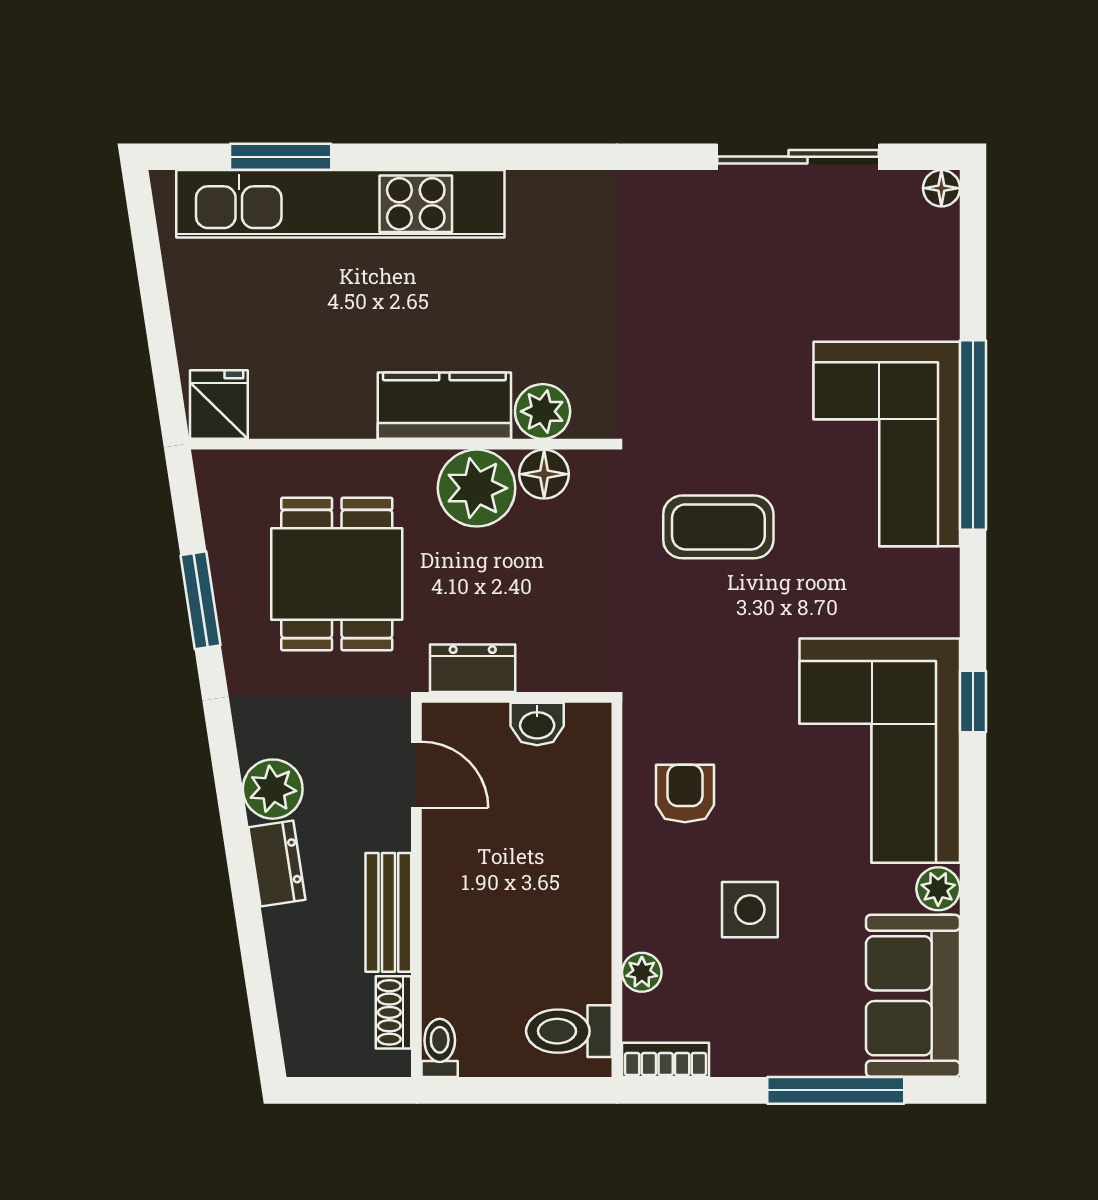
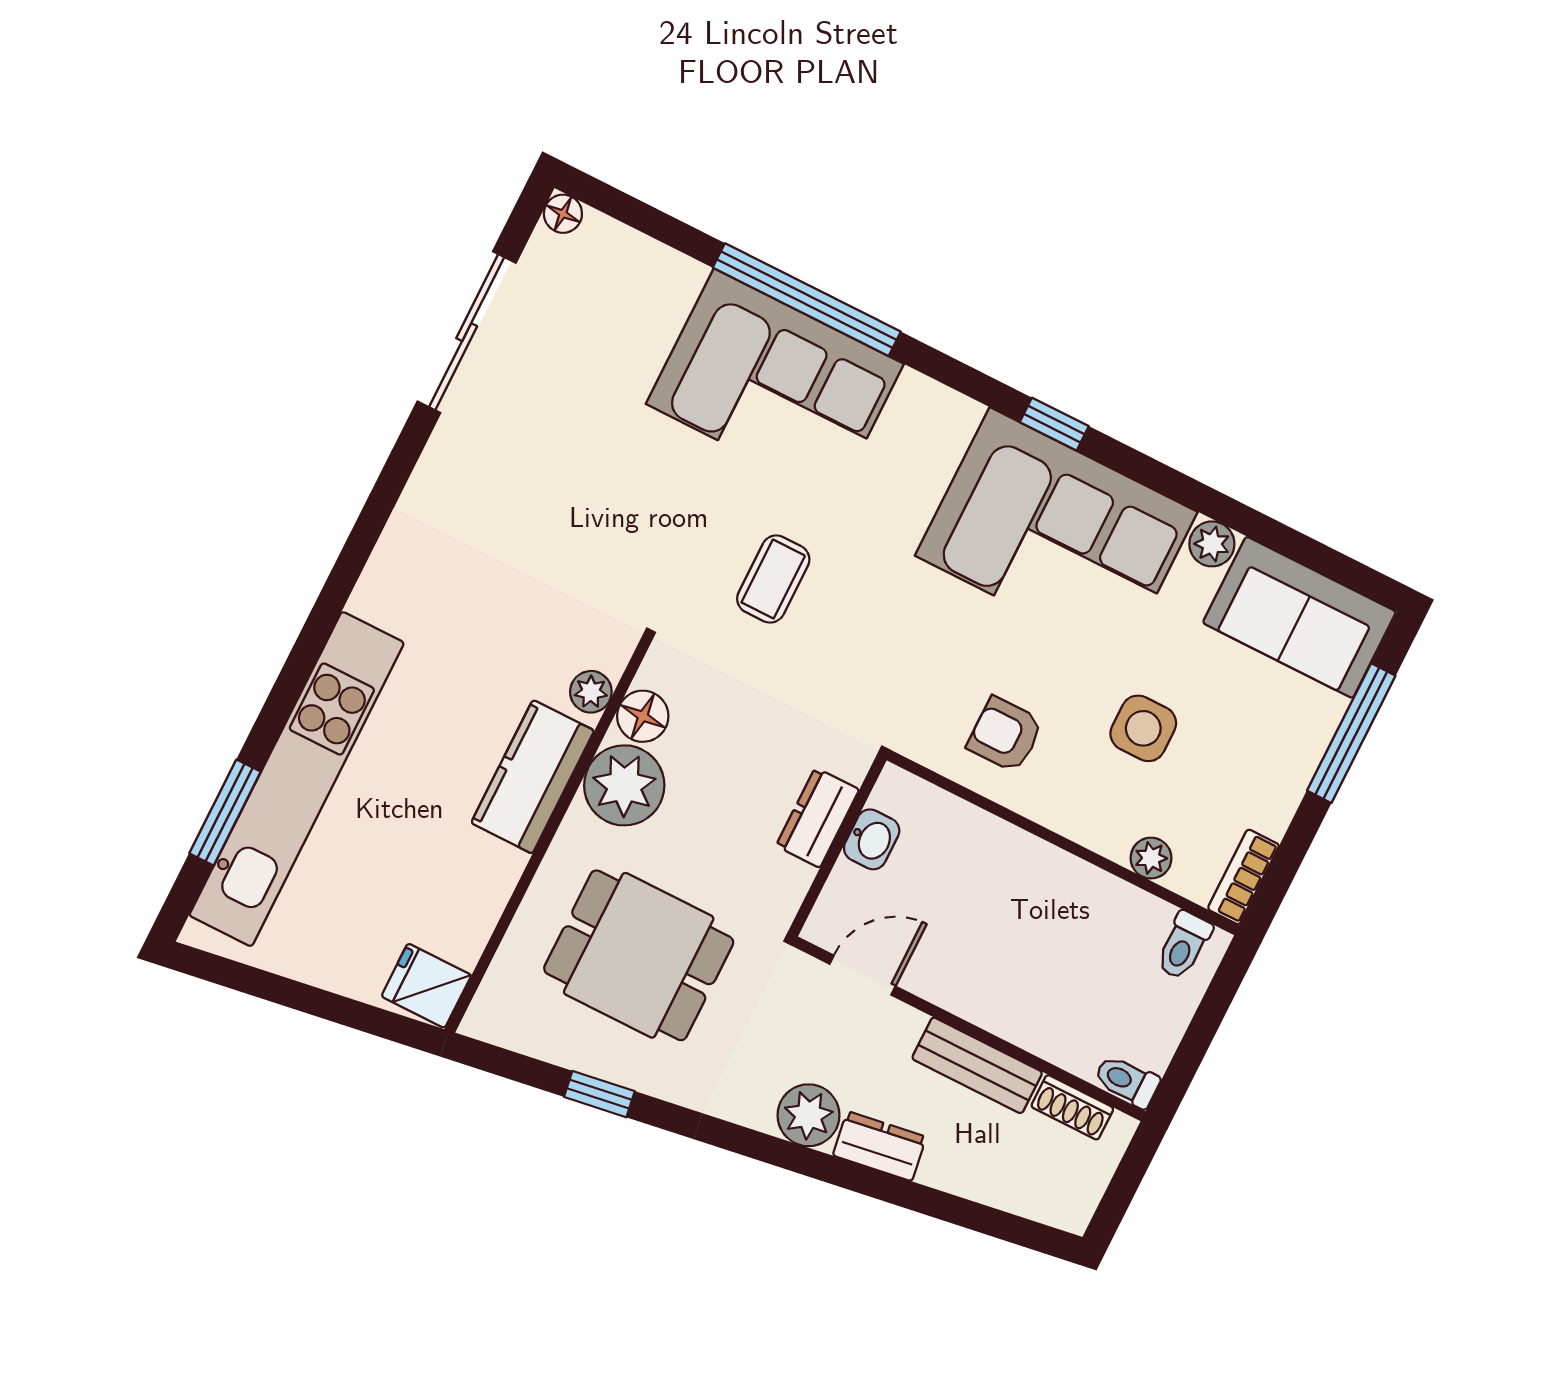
plant: (543, 411) -> (591, 692), width x0.73, depth x0.73
coffee table: (718, 527) -> (773, 579), width x0.73, depth x0.77
window: (200, 600) -> (599, 1094), width x0.67
dresser: (473, 668) -> (818, 818), moved
toilet: (569, 1031) -> (1184, 945), width x0.73, depth x0.72

